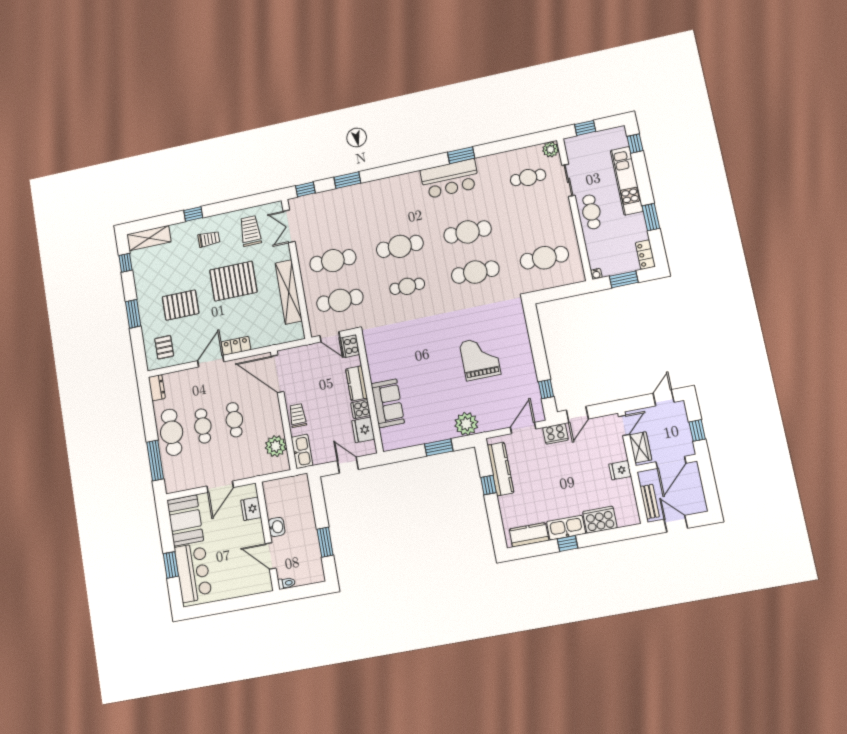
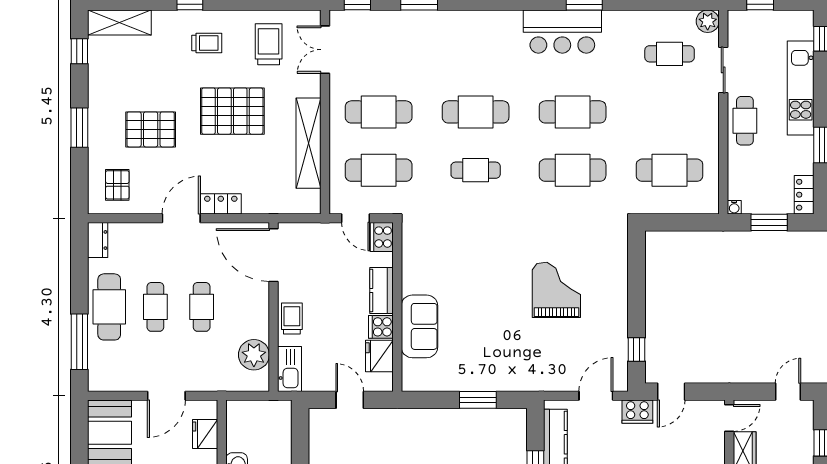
plant: (466, 424) -> (521, 375), removed

